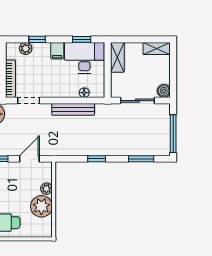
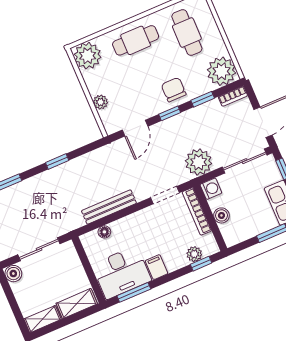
window: (37, 39) -> (201, 264), moved
window: (82, 39) -> (134, 292), width x1.50
shelving: (117, 57) -> (77, 304), moved, turned 90
plant: (41, 206) -> (88, 56), moved

